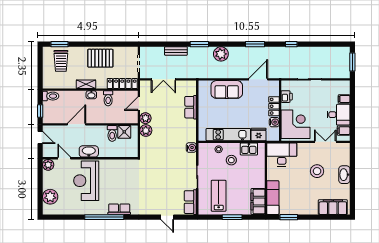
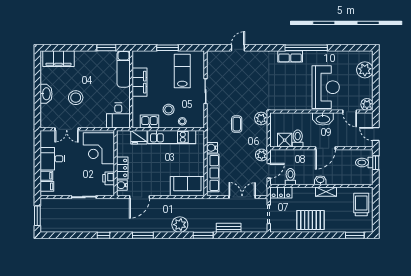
trolley: (61, 61) -> (361, 205), moved
locker: (122, 84) -> (281, 193), width x0.66
sofa: (227, 89) -> (187, 186), moved
toilet: (51, 96) -> (364, 163), moved
toilet: (108, 98) -> (290, 177), moved
row of seats: (191, 107) -> (213, 173), width x1.48
water cooler: (274, 122) -> (122, 185), moved
door: (77, 124) -> (325, 148), moved
plant: (146, 131) -> (261, 118), moved
filing cabinet: (344, 131) -> (47, 186), moved
coffee table: (168, 147) -> (237, 124), added
water cooler: (191, 148) -> (212, 148), moved
desk: (282, 155) -> (118, 116), width x0.73
lab bench: (219, 196) -> (182, 71), turned 180
filing cabinet: (258, 201) -> (140, 82), moved
row of seats: (190, 202) -> (213, 64), removed
door: (167, 217) -> (238, 48), hinge flipped

